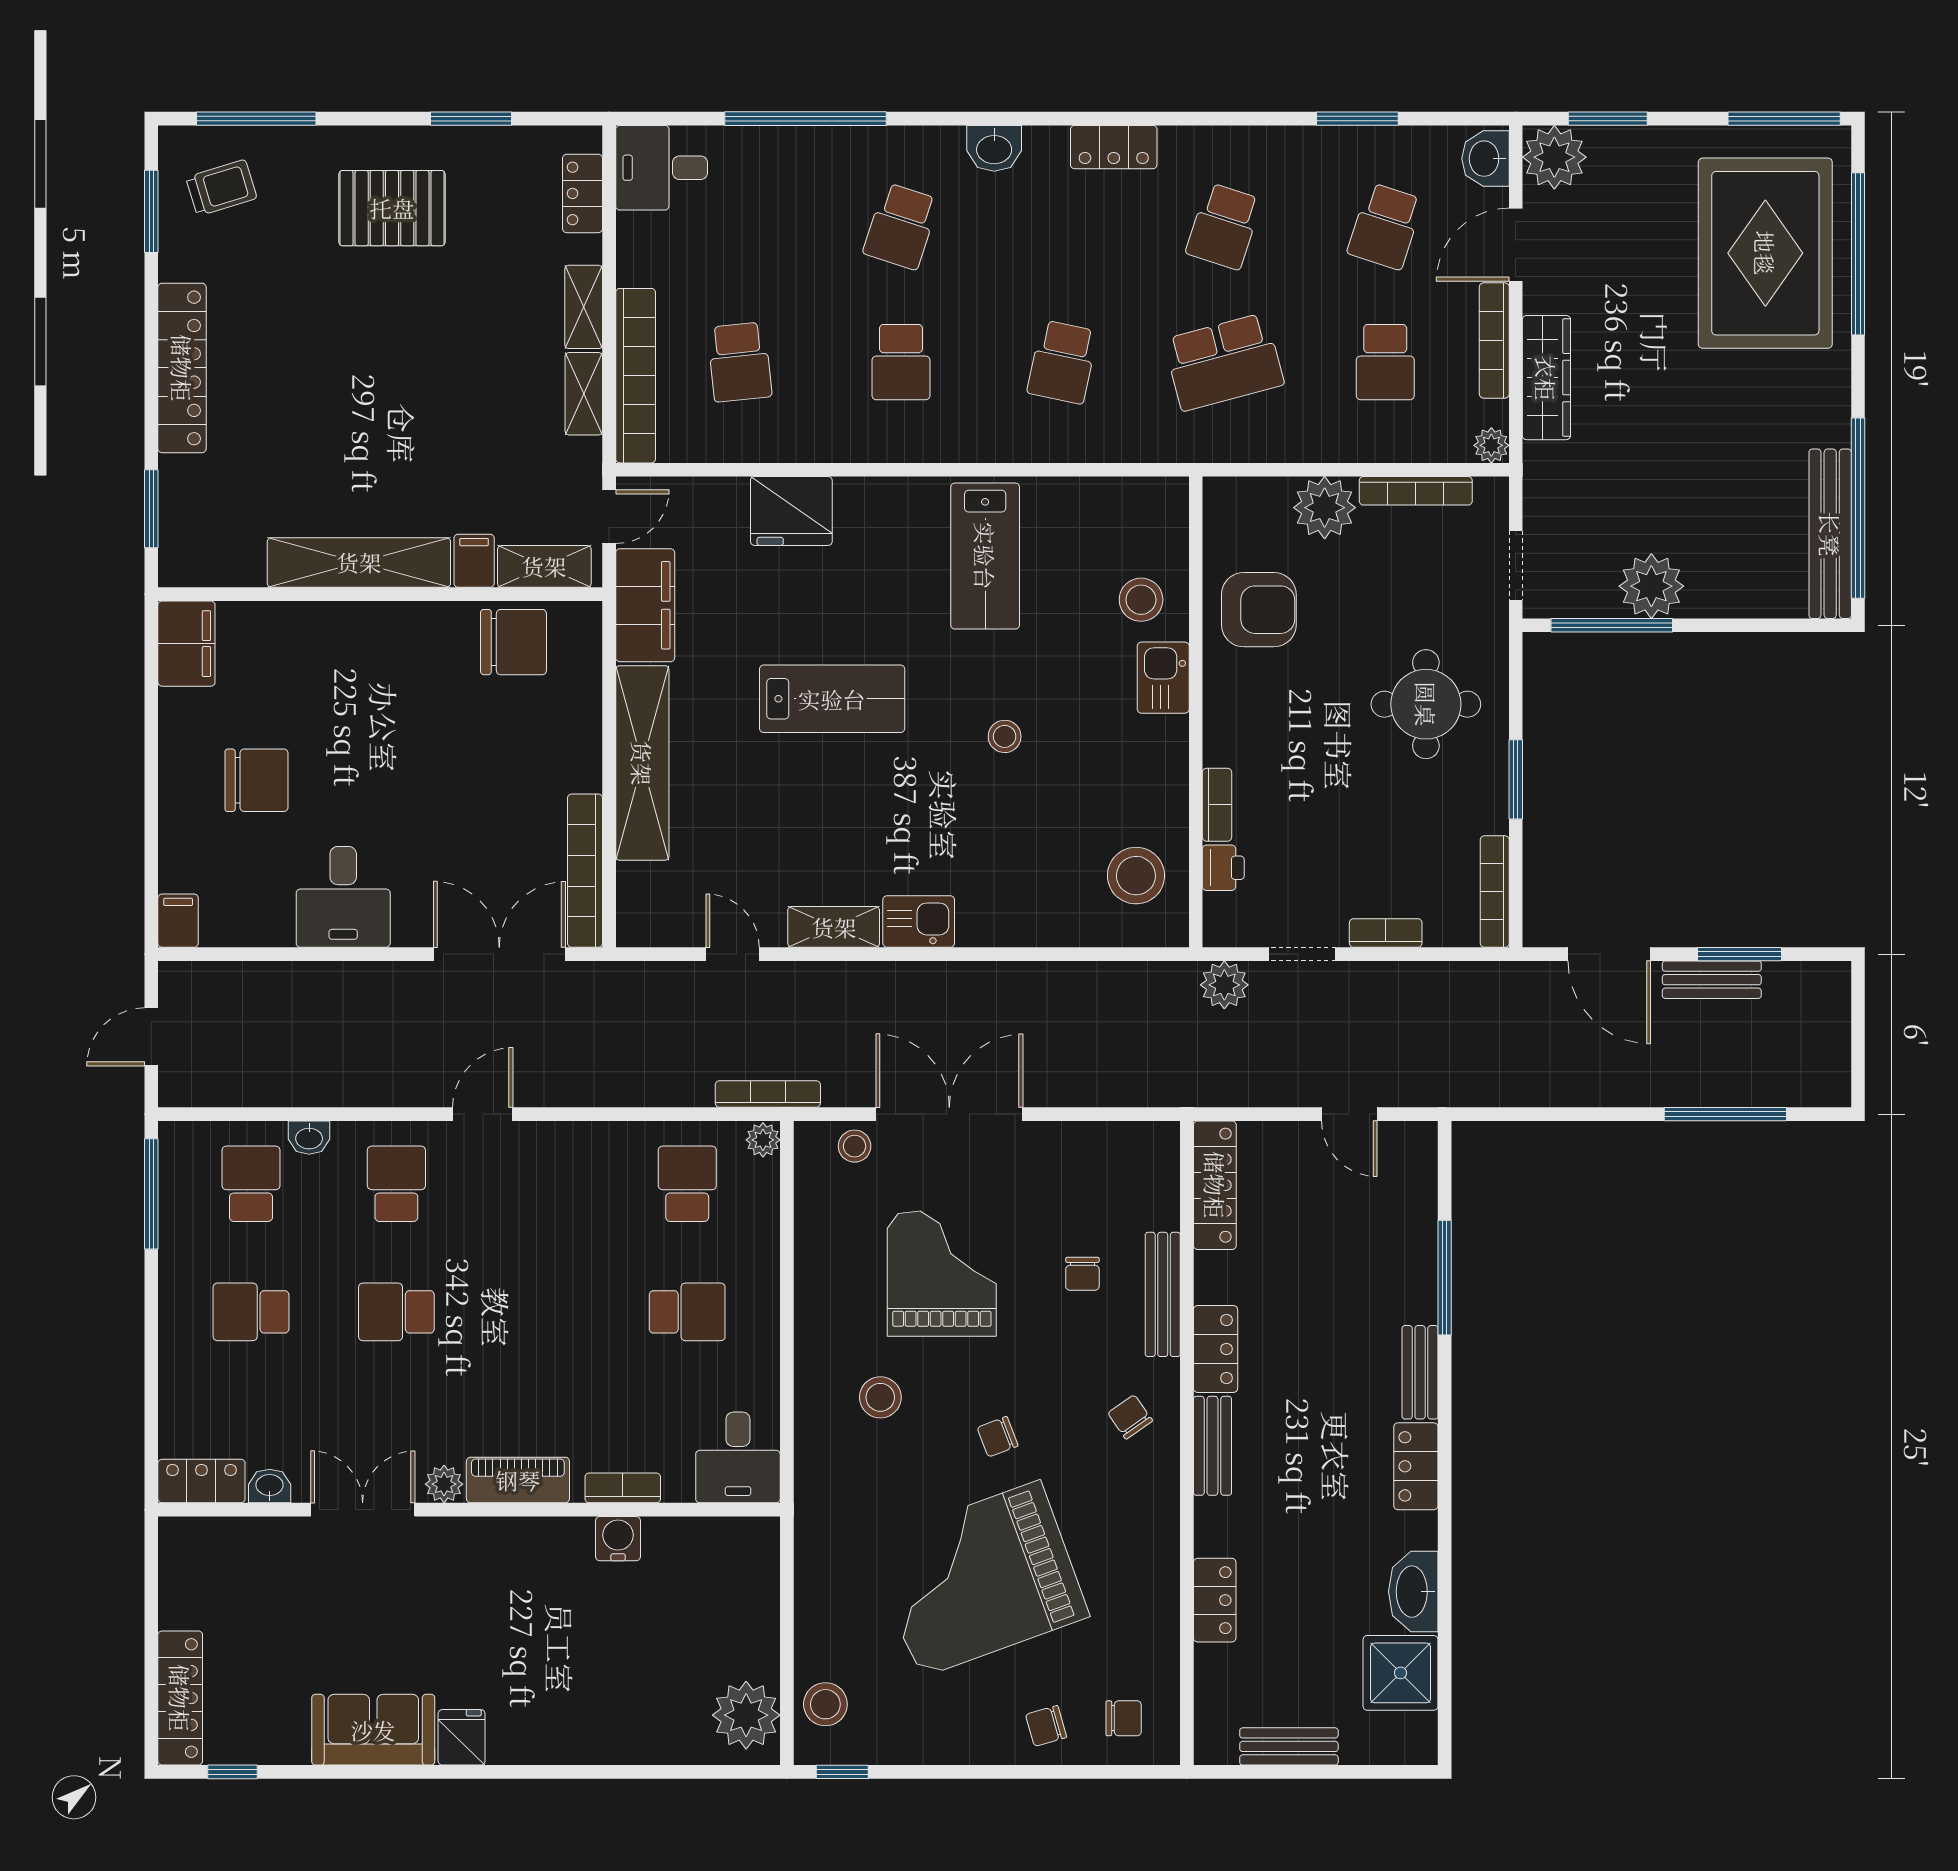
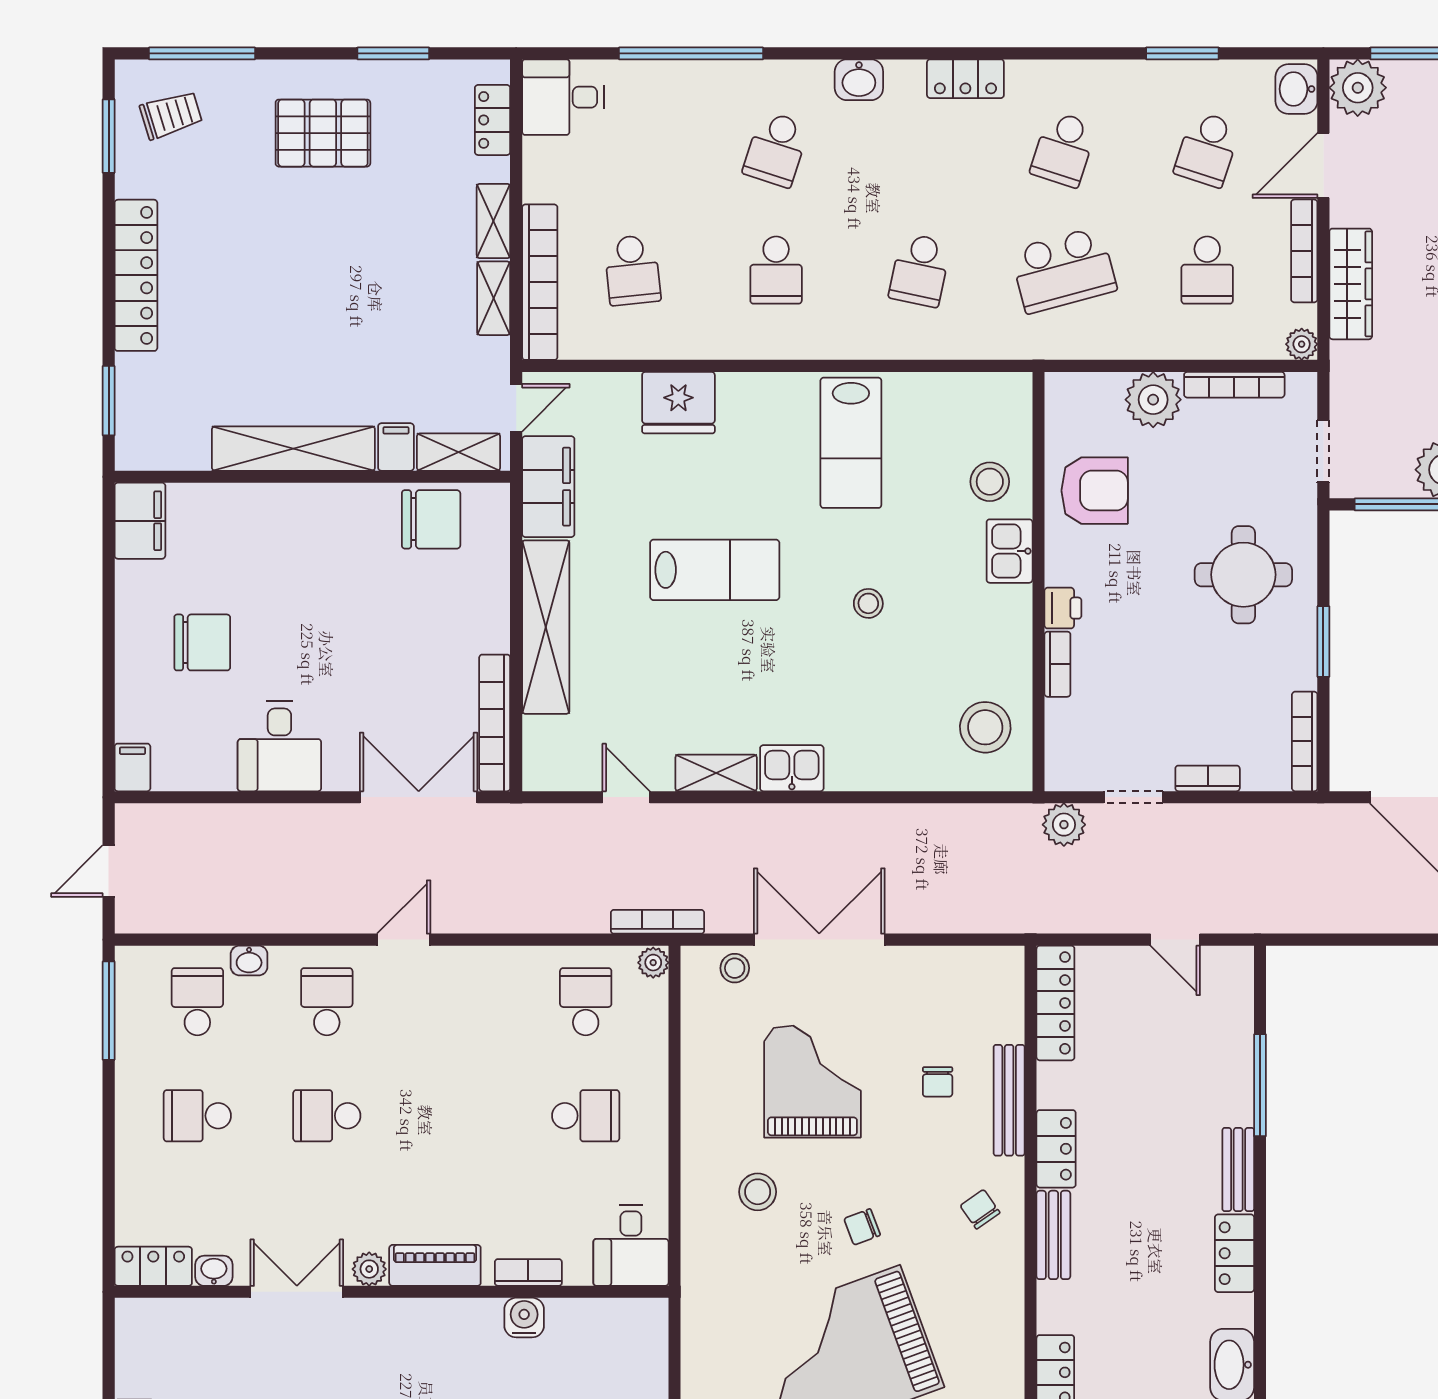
printer: (1223, 868) -> (1063, 608), moved

